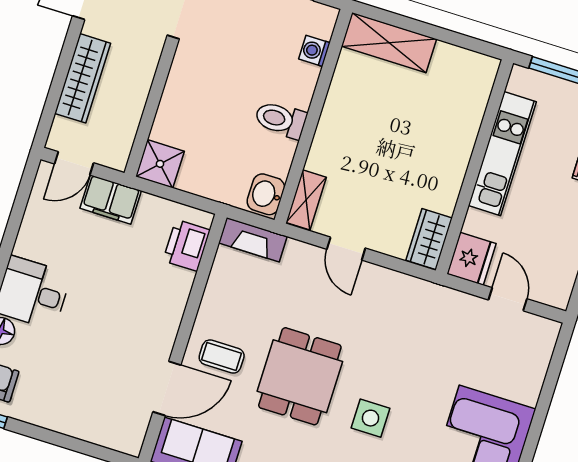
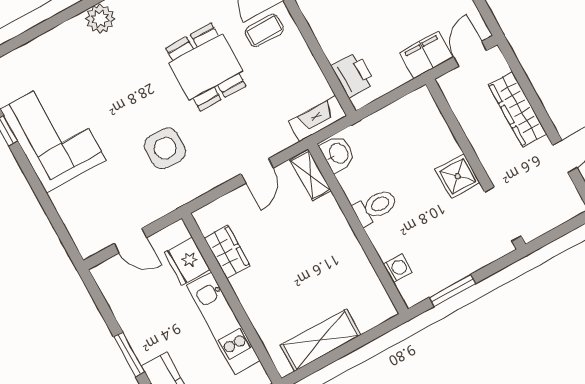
shelving: (389, 43) -> (321, 340), moved
shower: (160, 164) -> (458, 176), moved
wardrobe: (429, 239) -> (227, 252), moved
door: (346, 249) -> (257, 171), swing flipped
fridge: (472, 259) -> (187, 261), moved
side table: (370, 418) -> (165, 148), moved, width x1.37, depth x1.37

